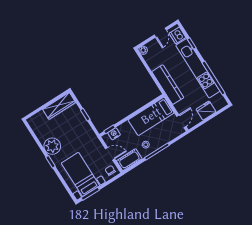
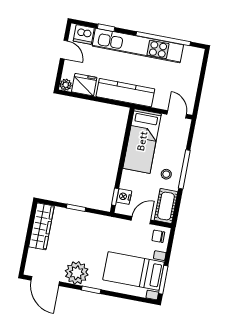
fridge: (206, 111) -> (84, 85), moved, turned 90
door: (33, 134) -> (45, 281), added

